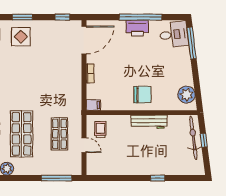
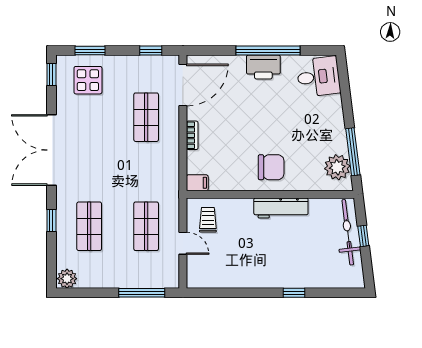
window: (192, 43) -> (353, 152), moved
shop shelf: (59, 61) -> (146, 117), added
shop shelf: (22, 134) -> (89, 226), width x0.70, depth x0.74

